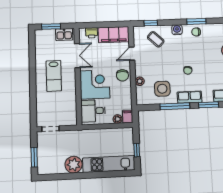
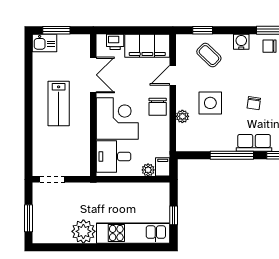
kitchen sink: (64, 35) -> (44, 43), moved
side table: (162, 89) -> (210, 103), moved

